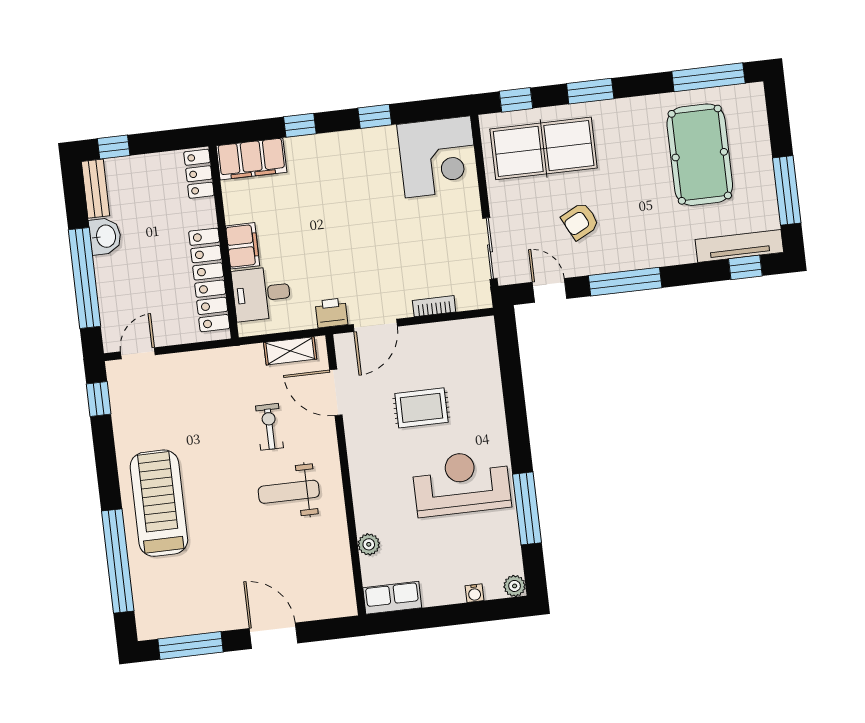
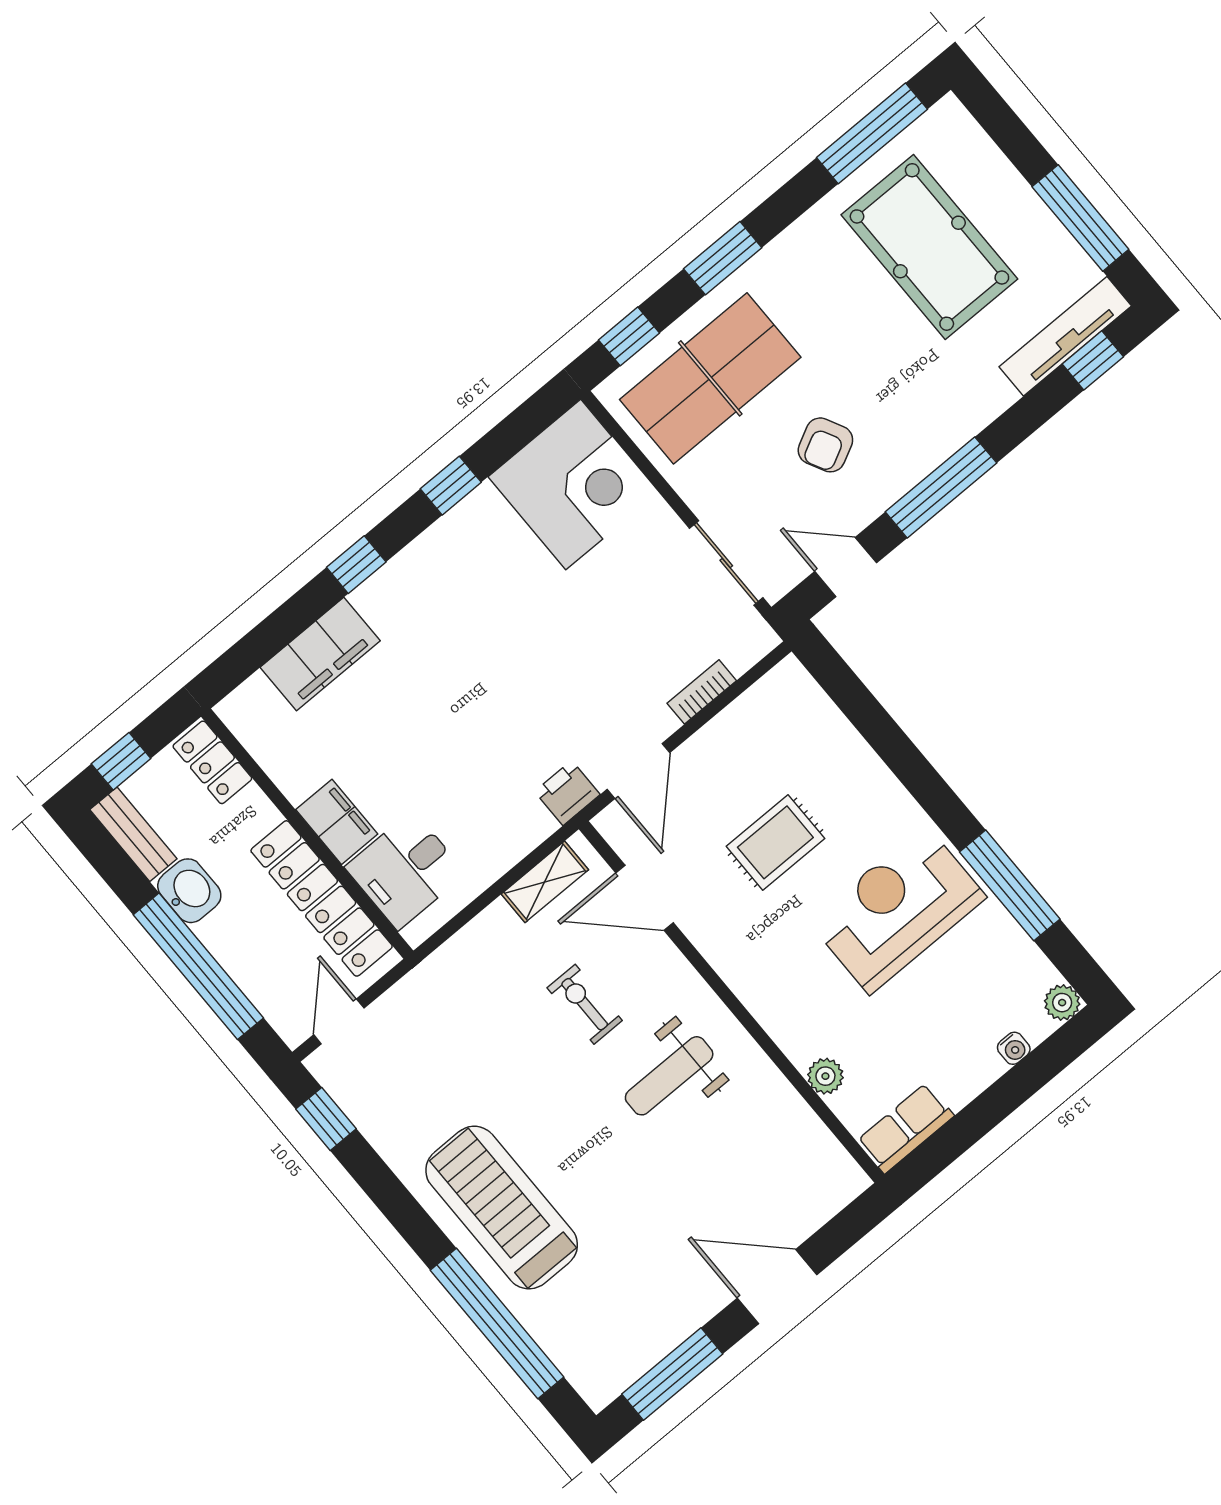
locker: (199, 174) -> (212, 762), moved
wall: (224, 242) -> (307, 834), moved
filing cabinet: (243, 246) -> (337, 822), moved
locker: (209, 280) -> (322, 898), moved
desk: (262, 294) -> (405, 870), moved

